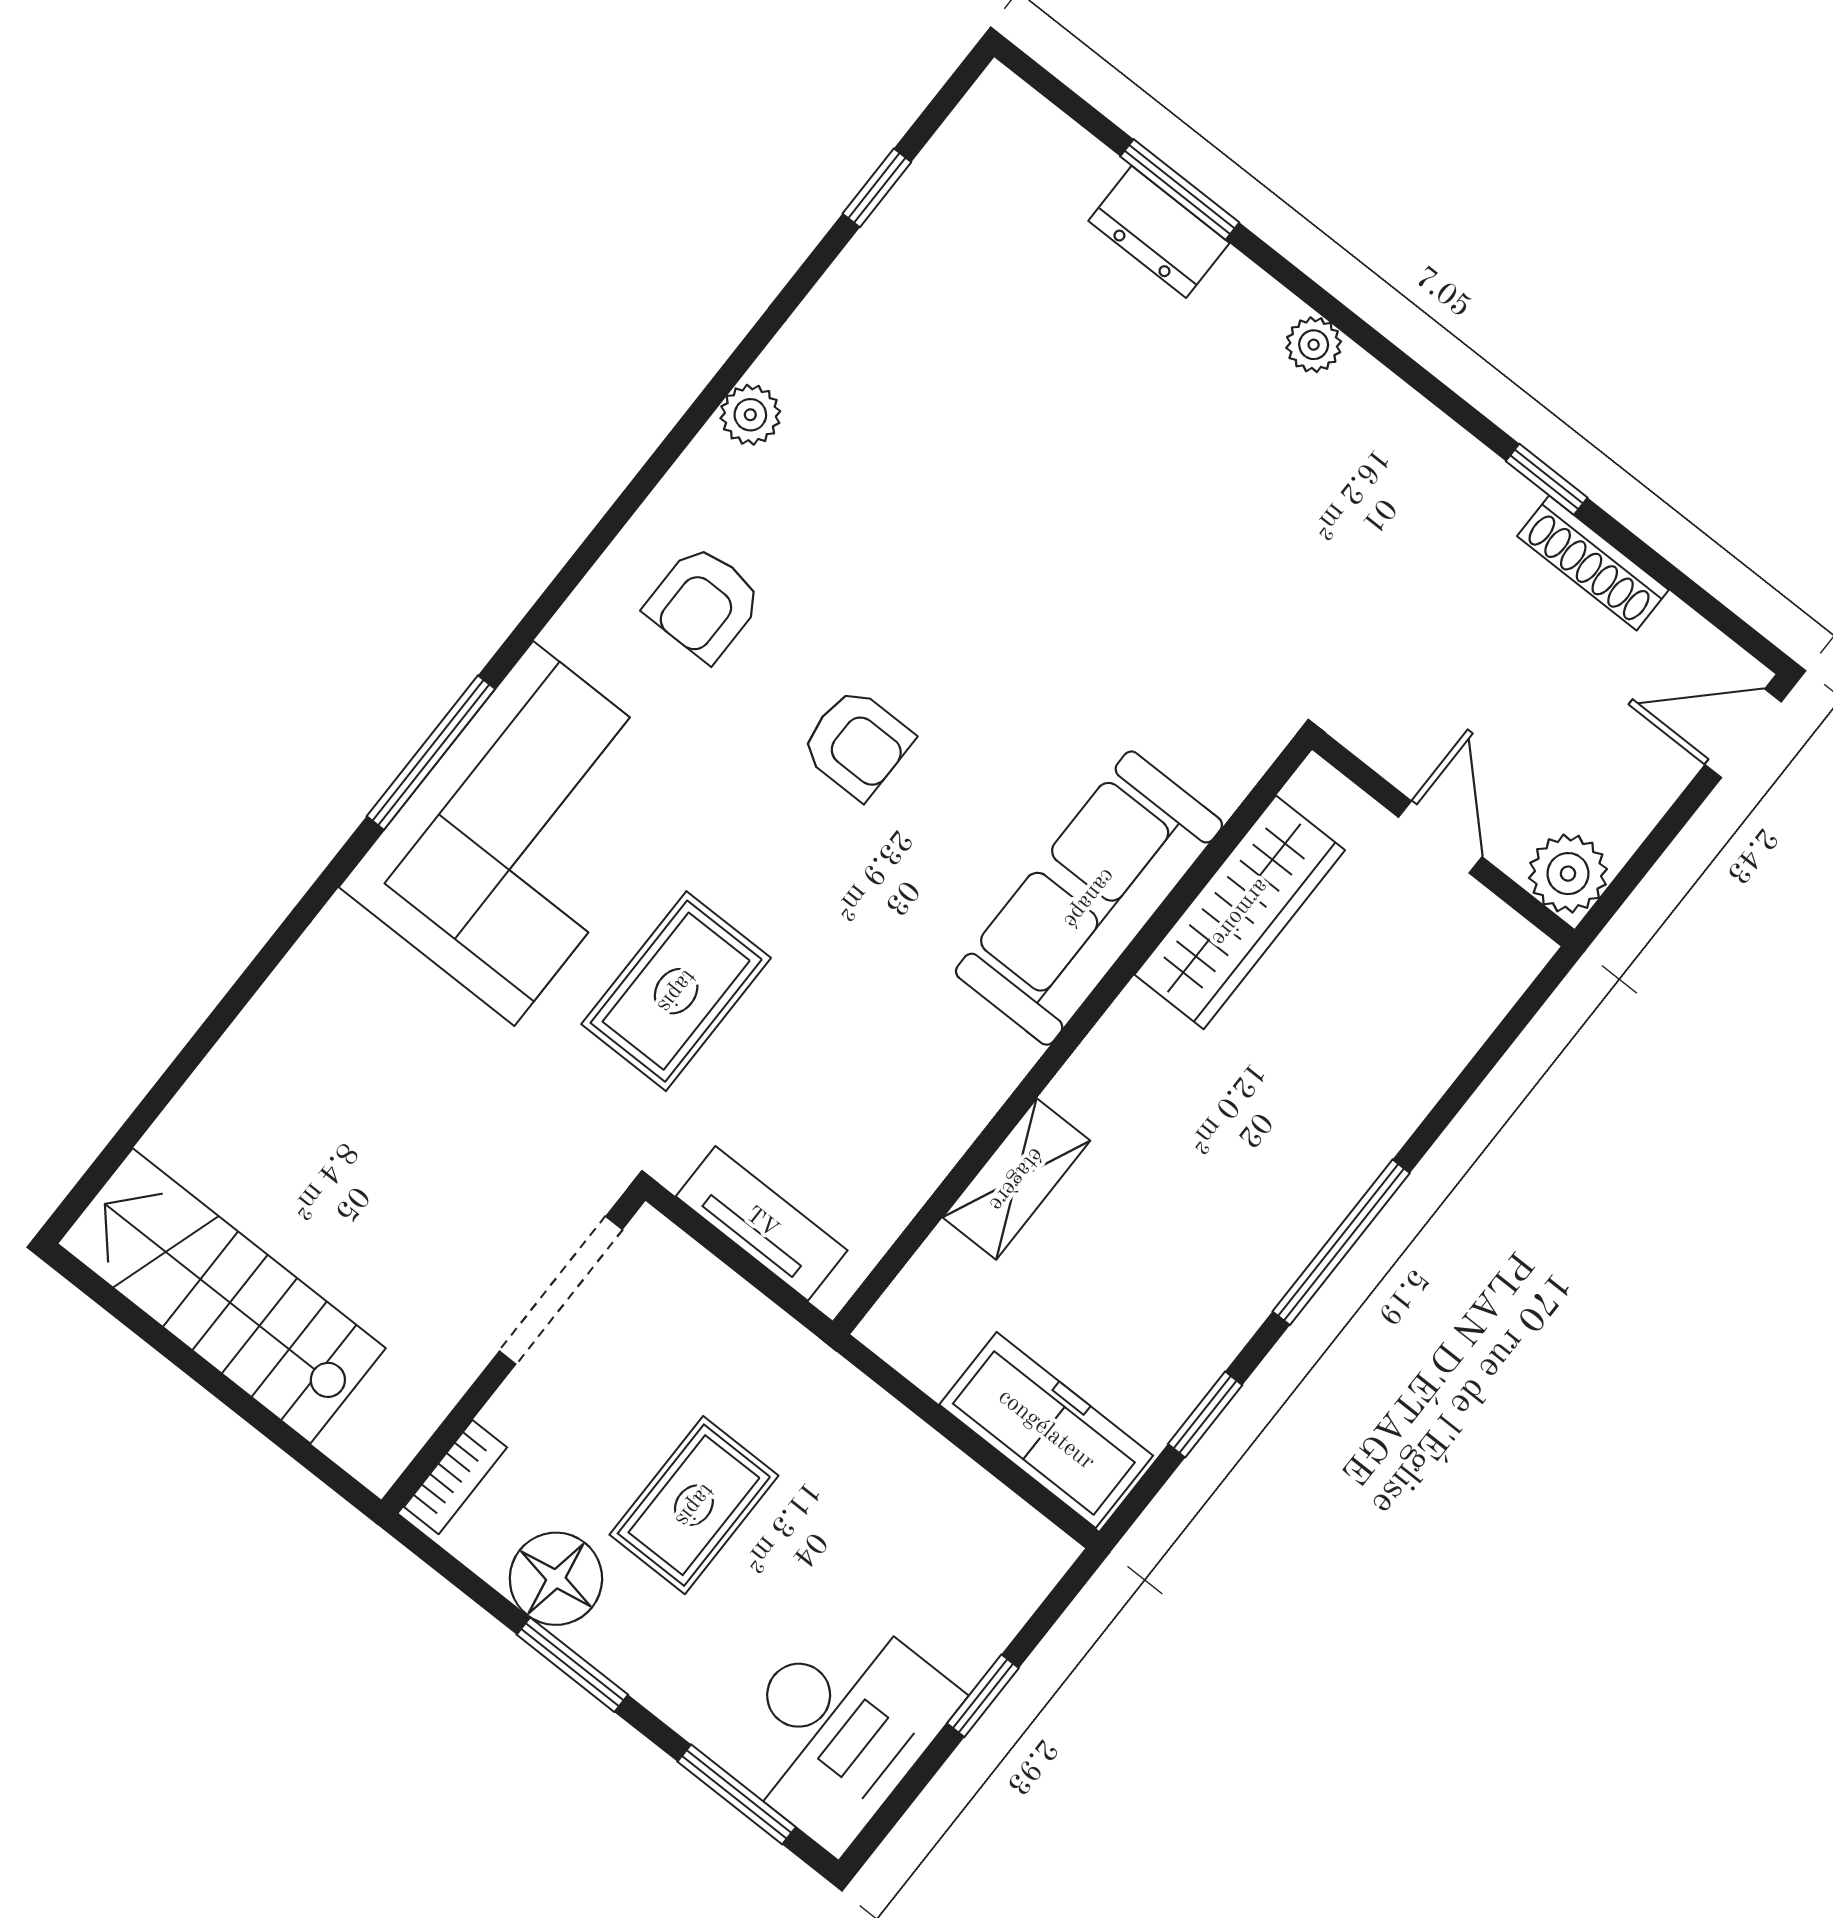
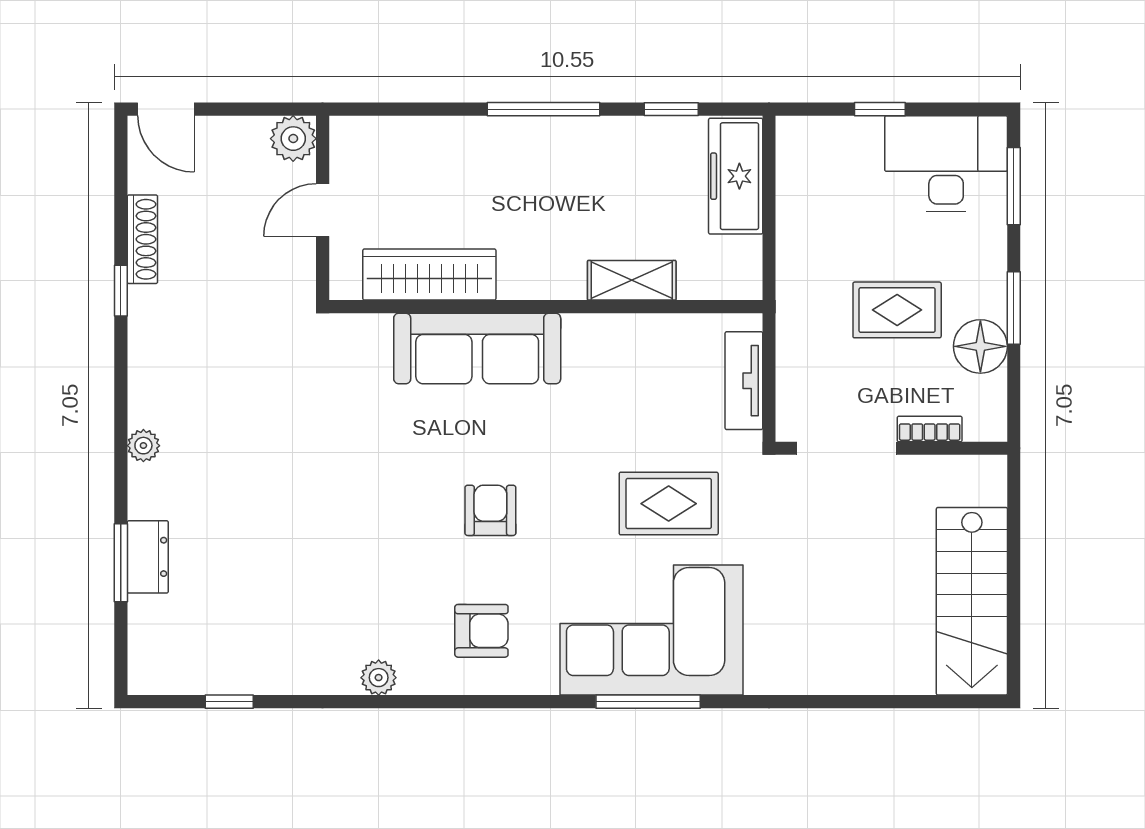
bookcase: (455, 1477) -> (930, 429), moved

